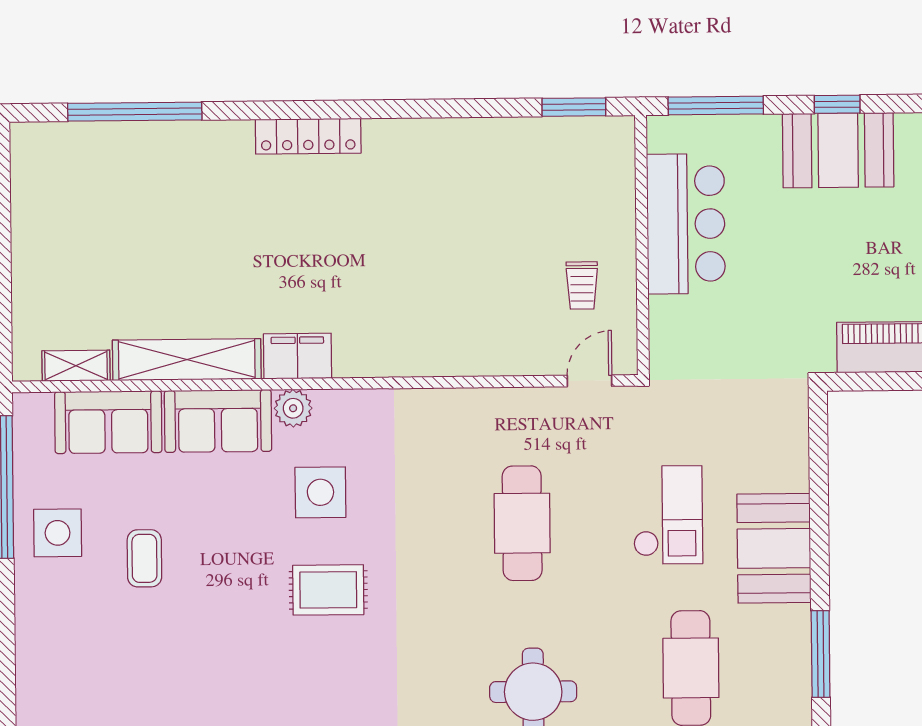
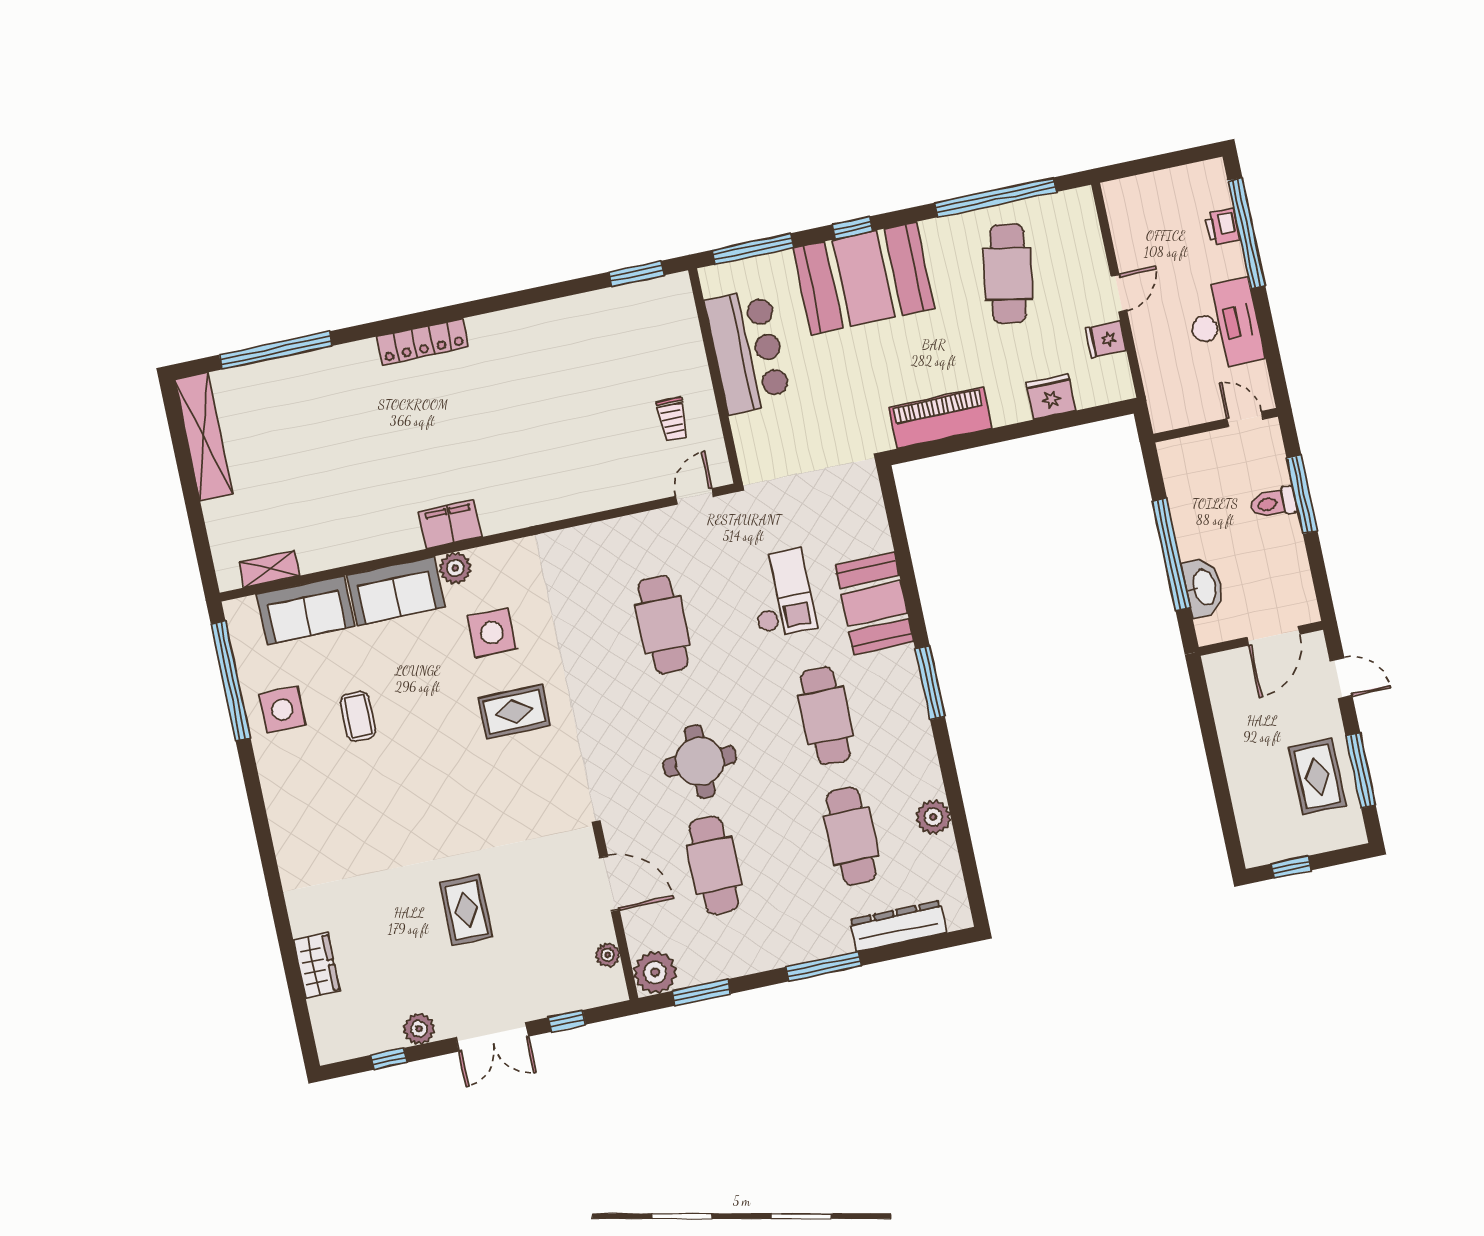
booth: (838, 150) -> (864, 278), width x1.36, depth x1.42
shelving: (187, 360) -> (204, 437), moved, turned 90

